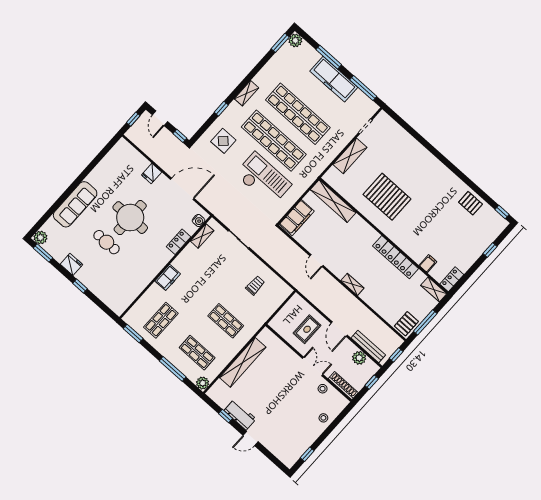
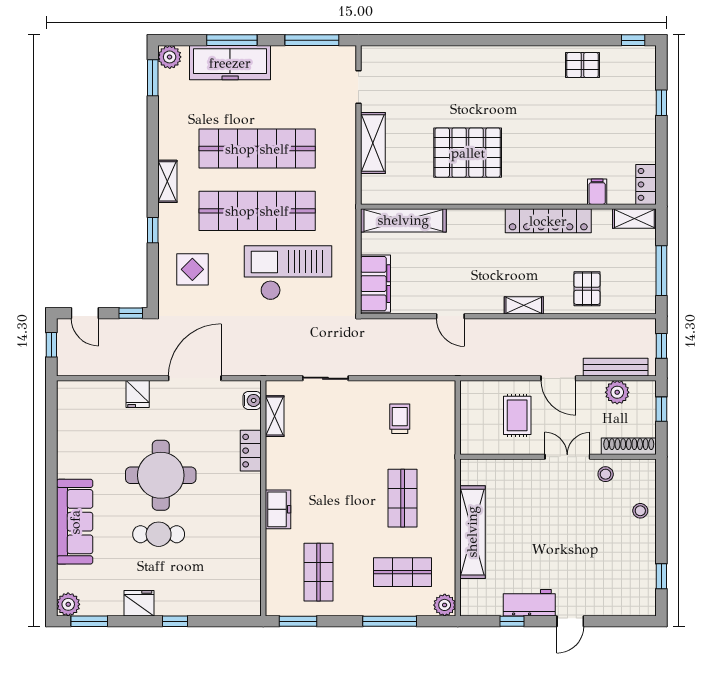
freezer: (334, 79) -> (230, 63), moved
shop shelf: (226, 321) -> (403, 498), turned 90
pallet: (406, 324) -> (587, 289), moved

